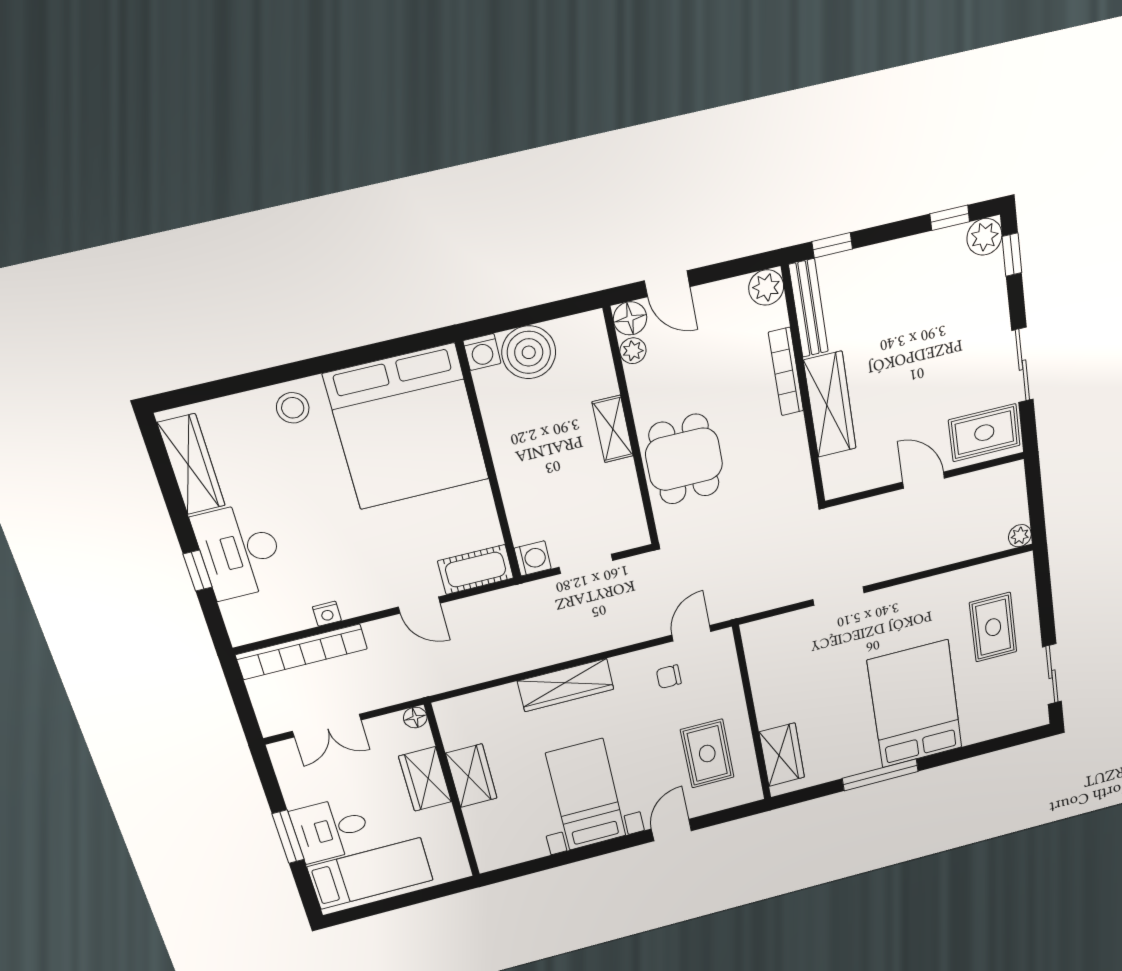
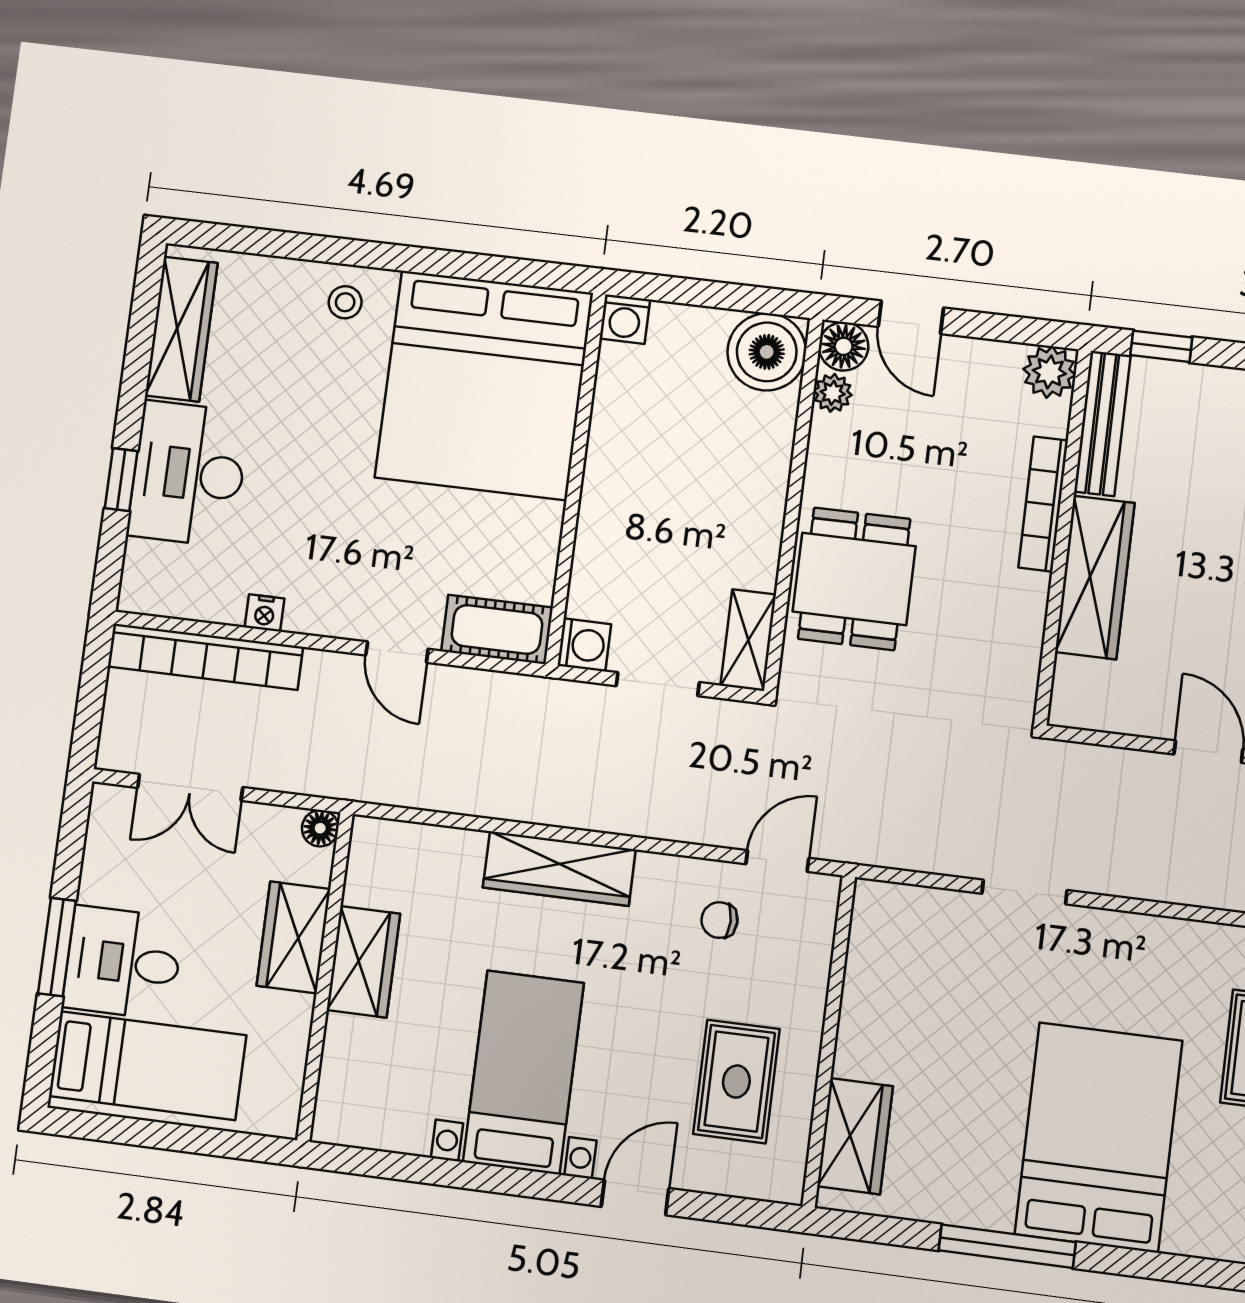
boiler: (529, 352) -> (767, 352), moved
stool: (293, 408) -> (345, 302), width x0.73, depth x0.73
shelving: (613, 429) -> (748, 640), moved

